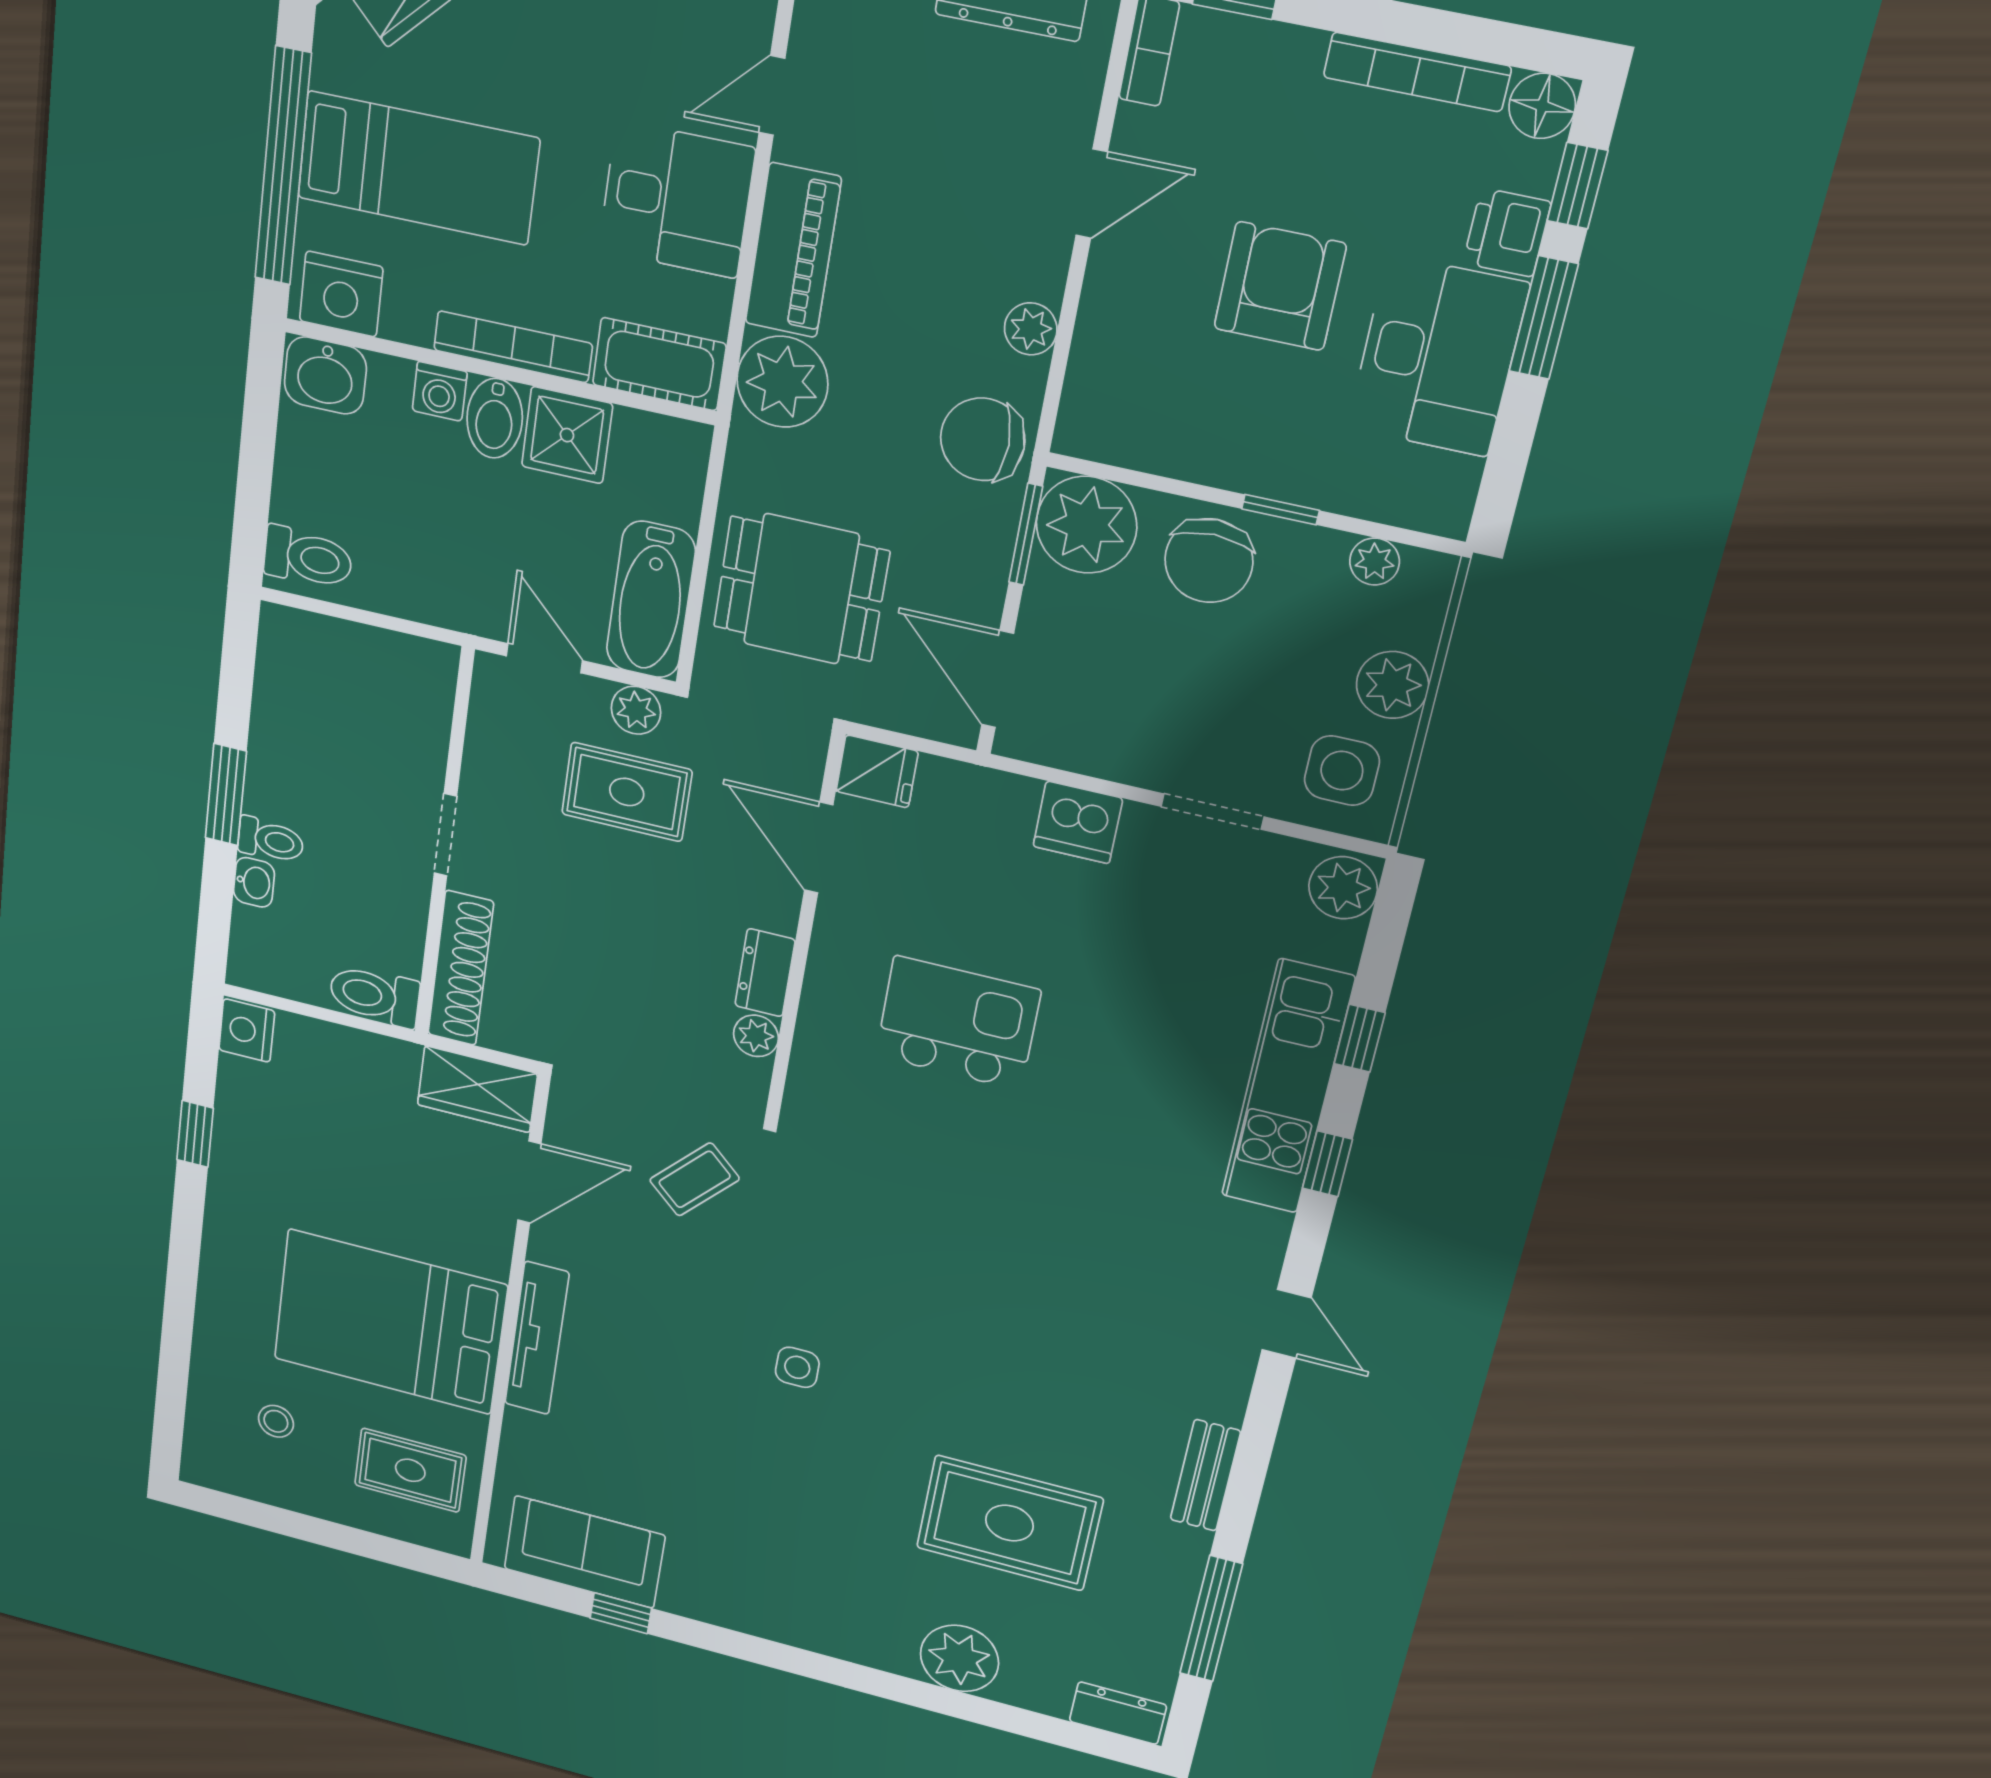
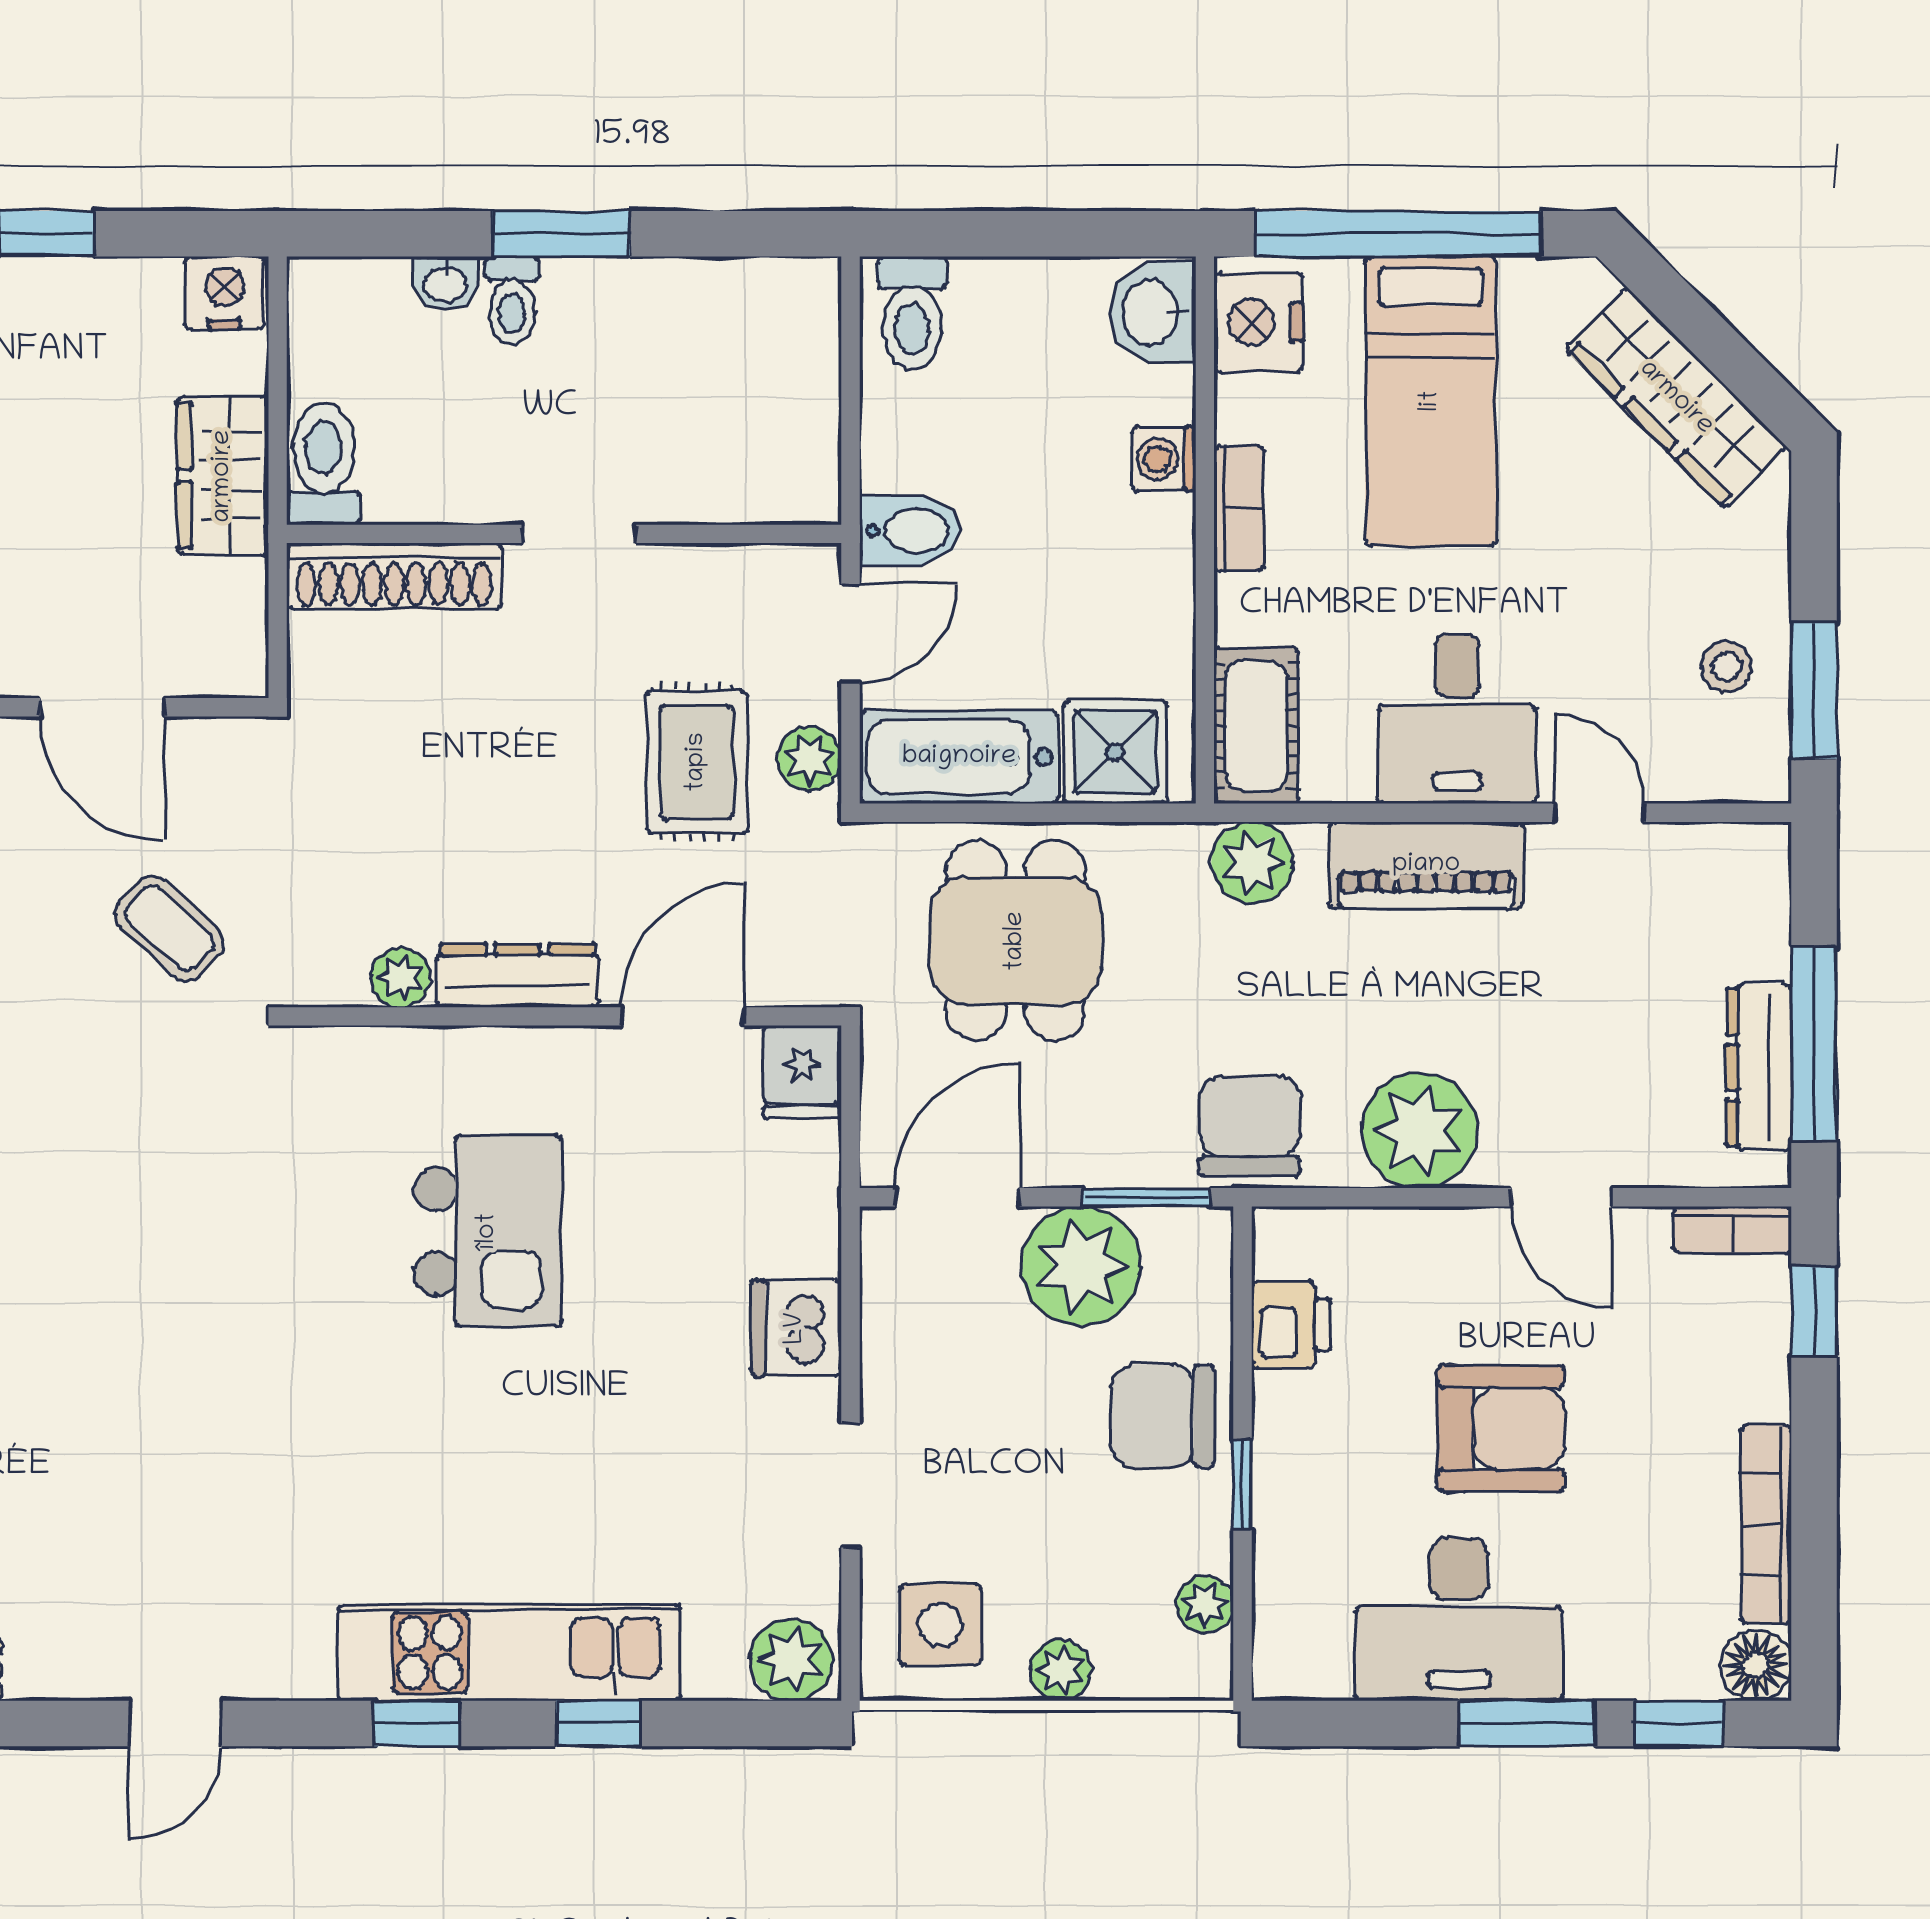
printer: (1507, 233) -> (1291, 1325), moved, turned 90
plant: (1031, 329) -> (1419, 1130), width x1.88, depth x1.88
bookcase: (513, 347) -> (1239, 509), width x0.64
plant: (782, 382) -> (1252, 862), width x0.73, depth x0.73
bidet: (495, 418) -> (910, 530), moved, turned 180
shower: (567, 435) -> (1115, 752), moved
plant: (1086, 525) -> (1081, 1266), moved
plant: (1393, 685) -> (1061, 1670), width x0.73, depth x0.73
dresser: (765, 973) -> (518, 975), width x1.44
wardrobe: (477, 1089) -> (223, 476), moved

